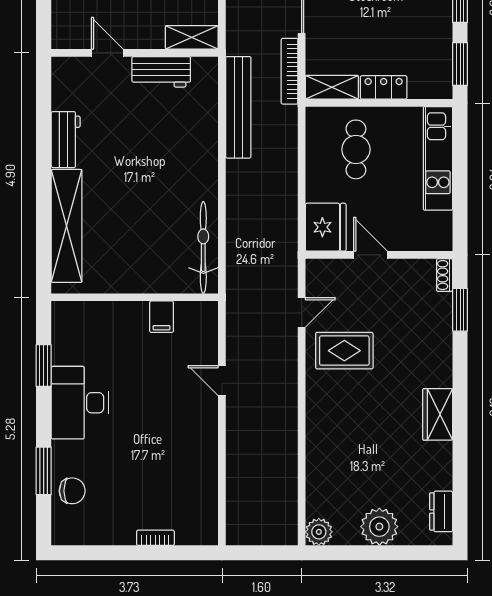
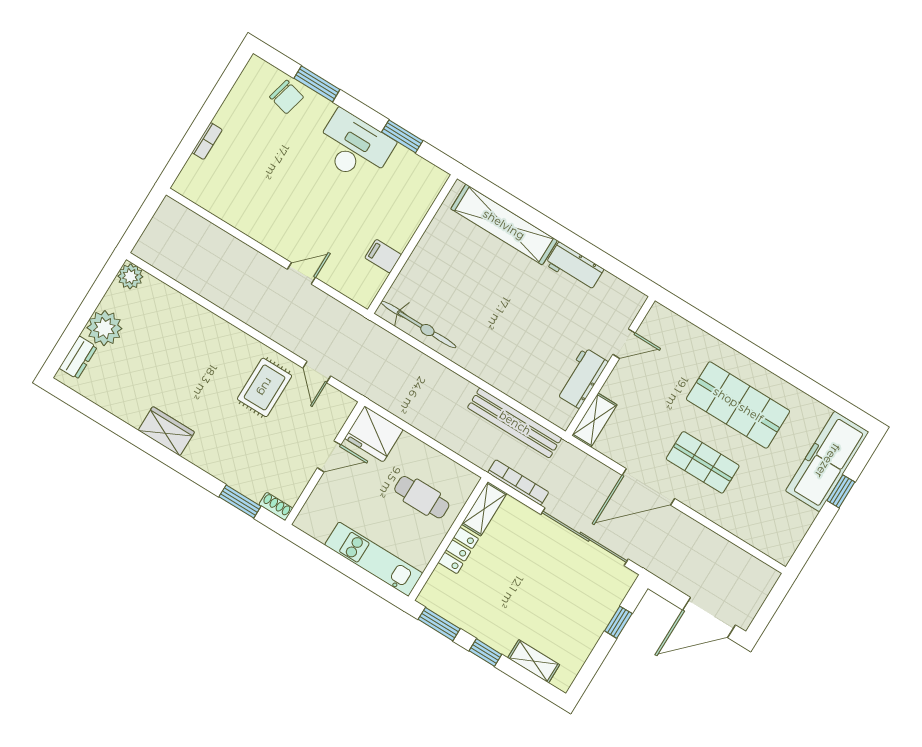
chair: (72, 491) -> (287, 97), turned -76
dresser: (441, 511) -> (78, 358), moved, turned 90

